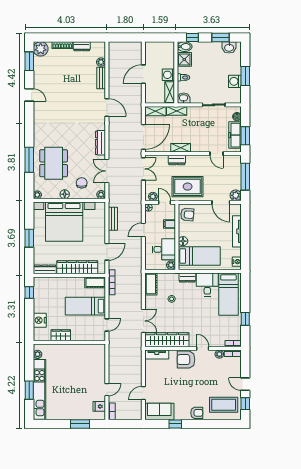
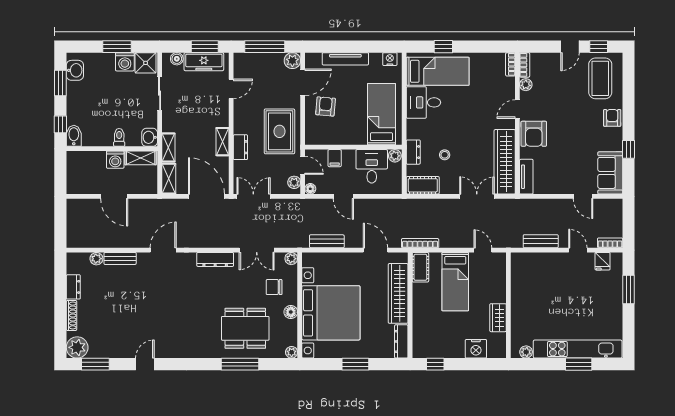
shower: (184, 59) -> (146, 63), moved
door: (165, 202) -> (303, 165), swing flipped
armchair: (187, 214) -> (326, 106), moved
floor lamp: (183, 241) -> (360, 138), removed
dresser: (187, 278) -> (413, 152), moved
window: (245, 319) -> (443, 47), moved
bench: (113, 364) -> (541, 241), added

